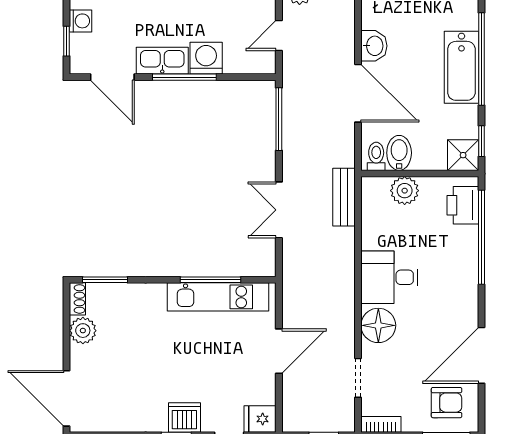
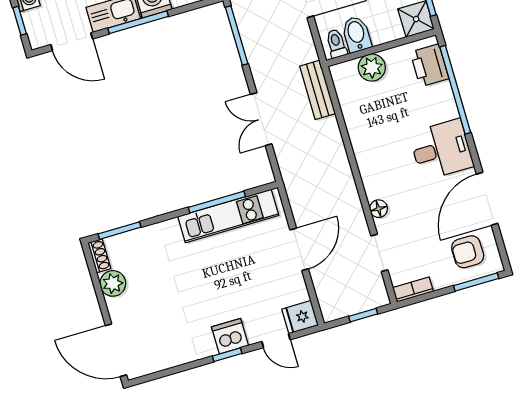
desk: (389, 277) -> (441, 150), moved, turned 180
floor lamp: (378, 325) -> (379, 209), width x0.53, depth x0.53
armchair: (447, 403) -> (468, 252), turned 180

